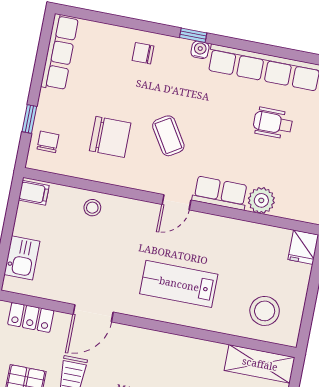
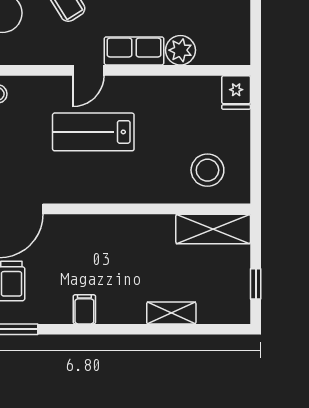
lab bench: (179, 284) -> (93, 132), moved

